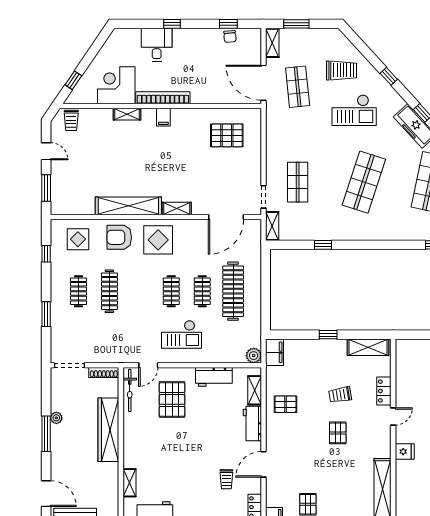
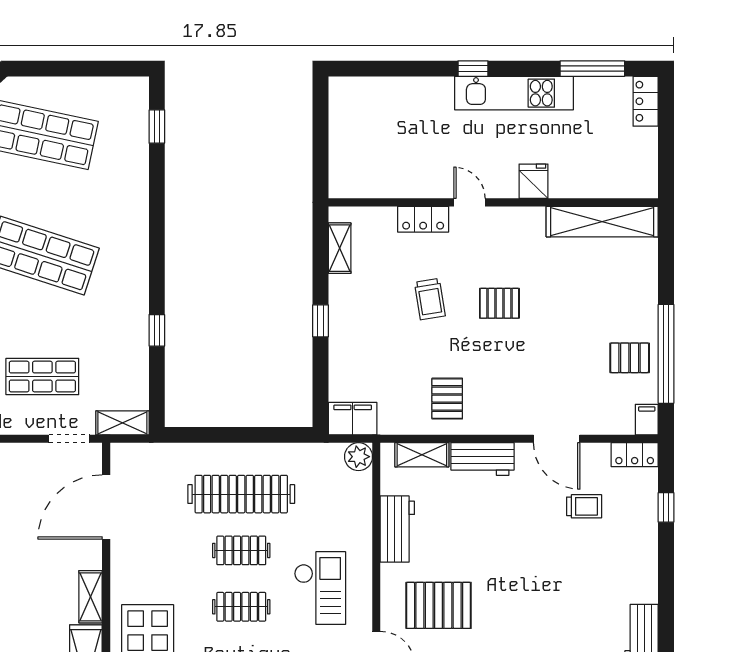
door: (226, 217) -> (106, 507), swing flipped
shelving: (368, 347) -> (340, 248), width x0.67, depth x0.75

